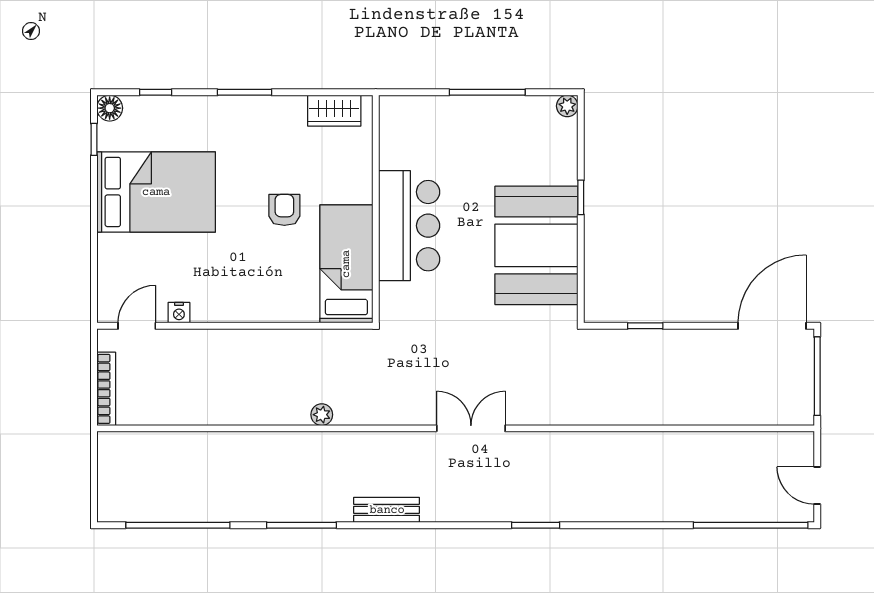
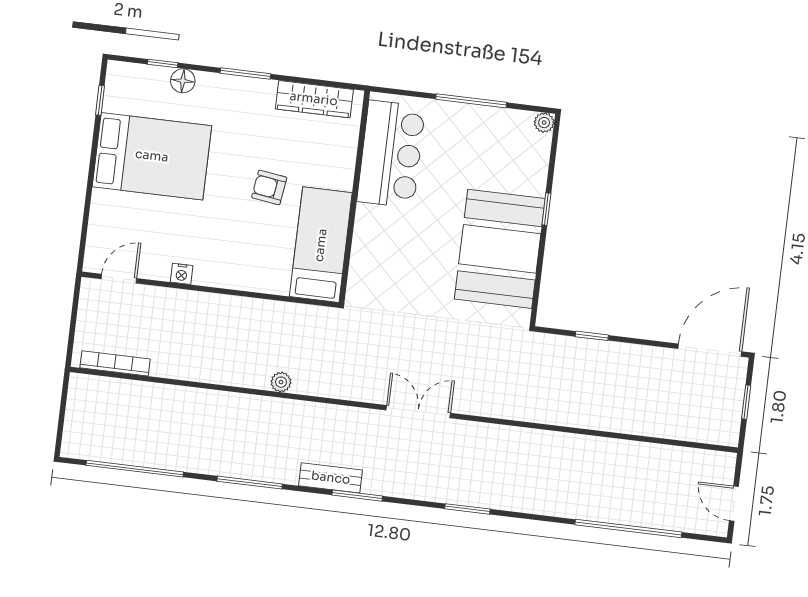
floor lamp: (110, 108) -> (183, 81), moved
wardrobe: (334, 111) -> (314, 99), width x1.50
armchair: (284, 210) -> (269, 187), turned -82
bar counter: (409, 226) -> (391, 154), moved
nightstand: (179, 313) -> (182, 274), moved
window: (817, 376) -> (746, 402), width x0.46
bookcase: (106, 389) -> (115, 363), moved, turned -90
window: (417, 525) -> (357, 496), added
window: (751, 525) -> (628, 528), moved

